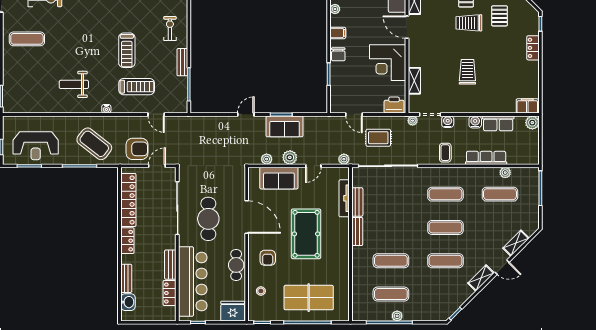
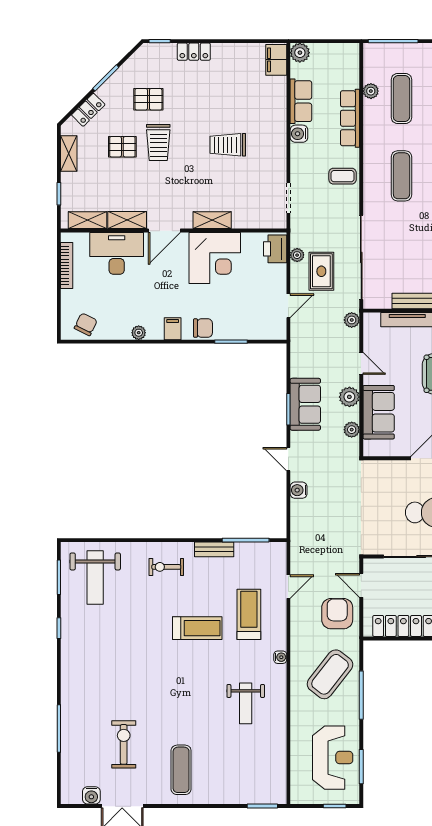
shelving: (414, 81) -> (212, 220), moved
plant: (413, 121) -> (297, 255), moved
water cooler: (448, 122) -> (299, 490), moved

